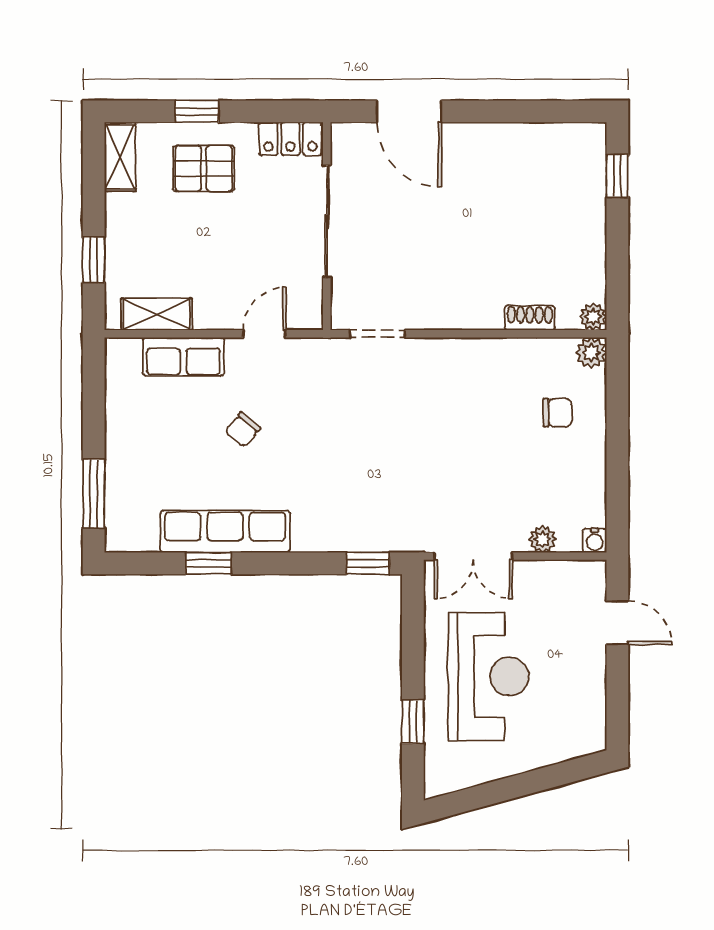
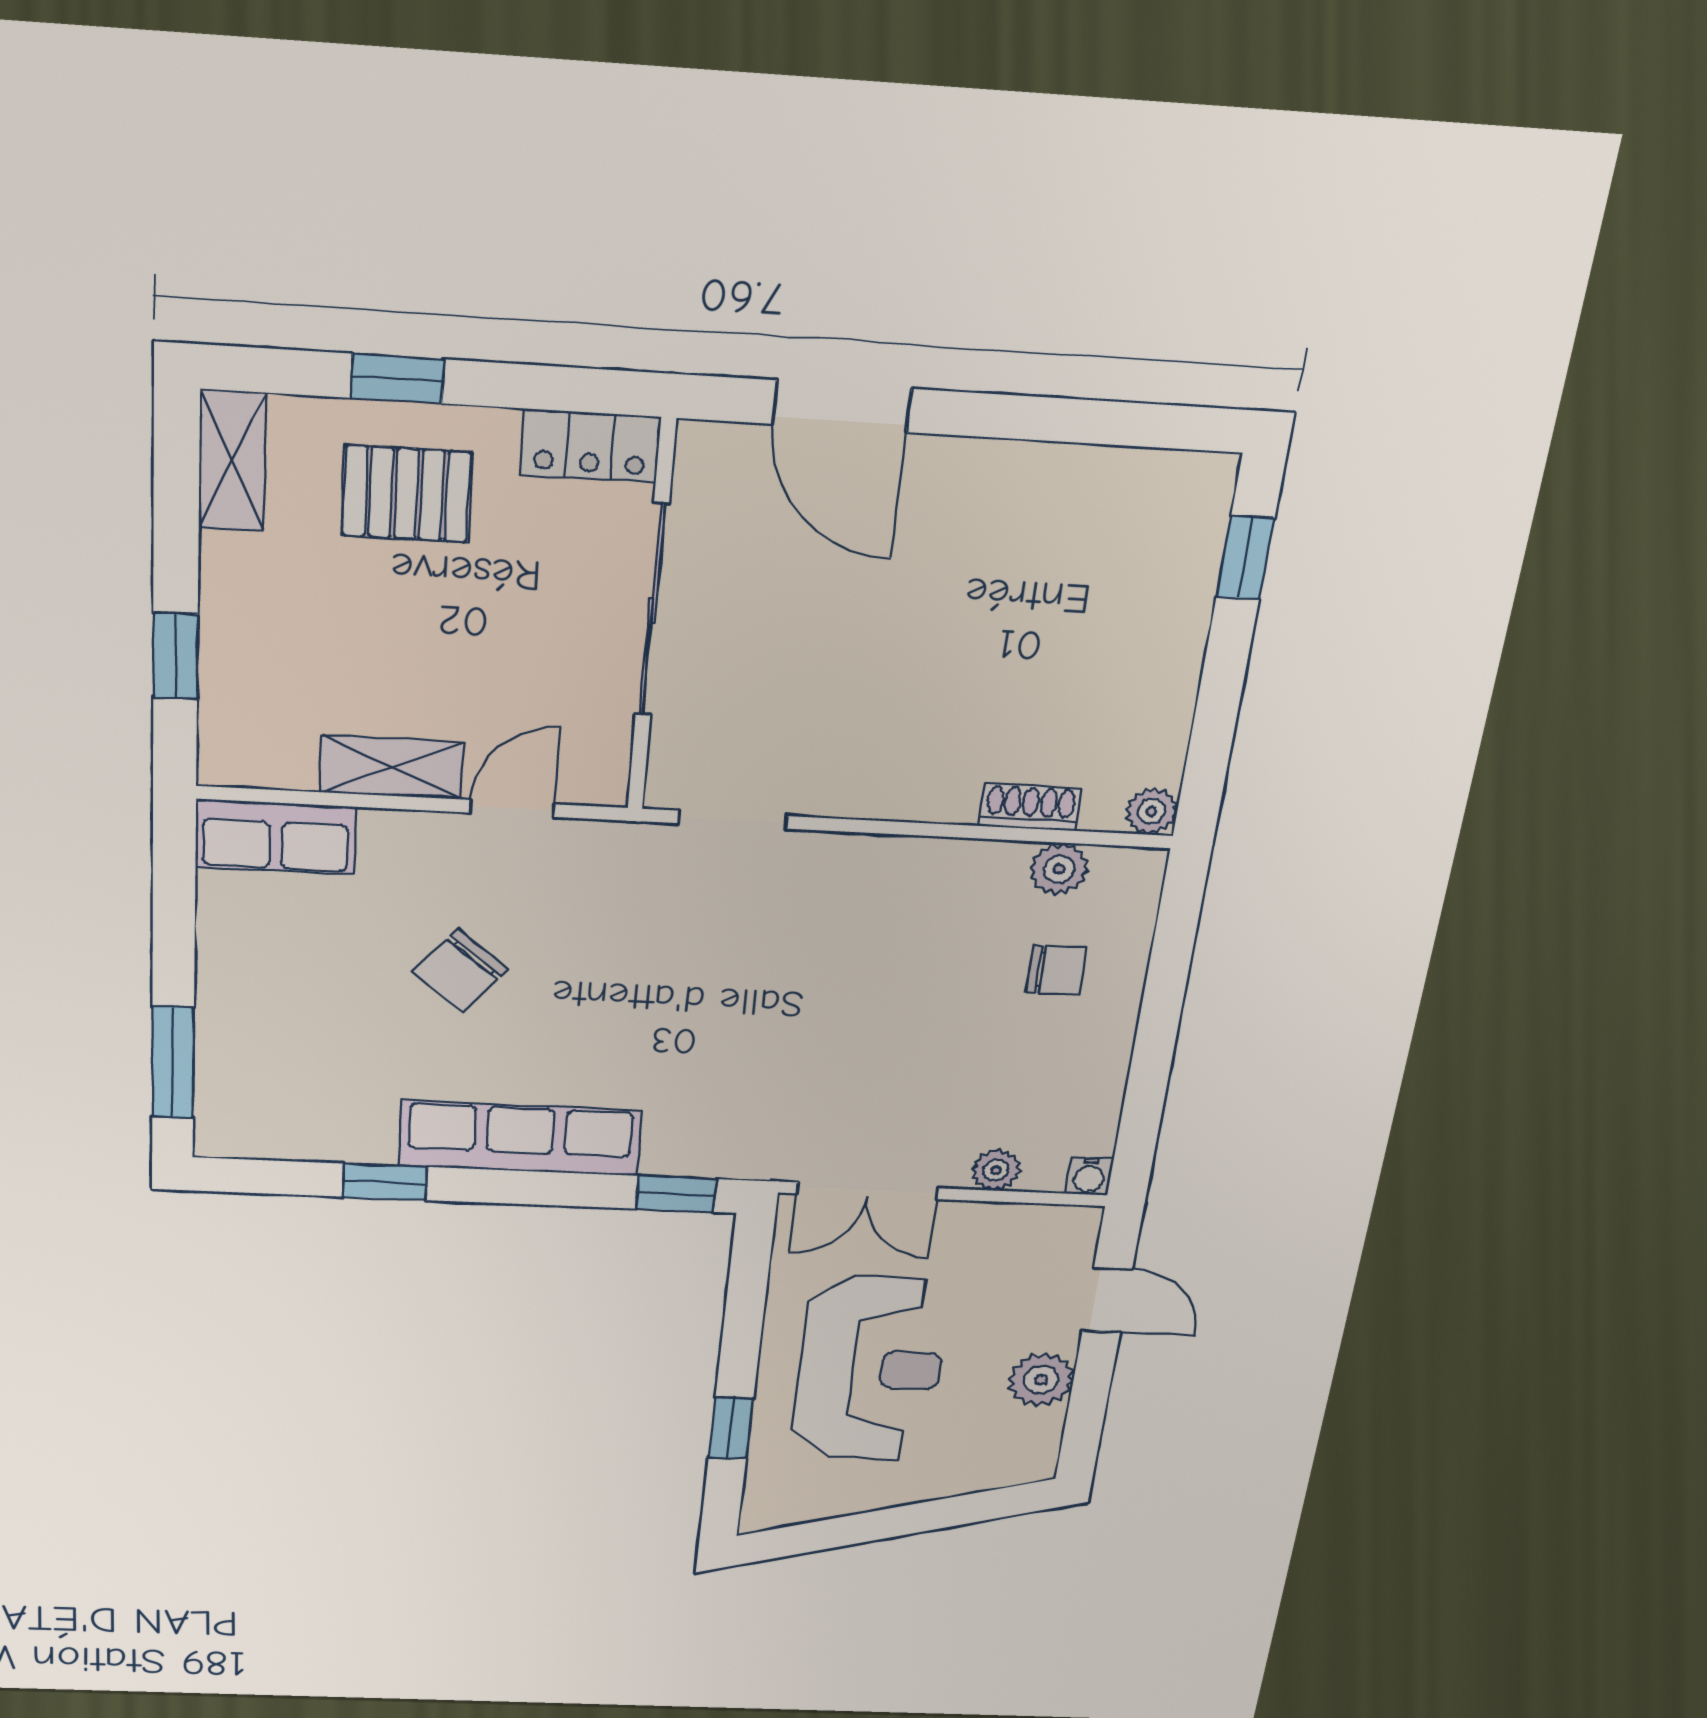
shelving: (157, 314) -> (392, 767), moved
plant: (591, 353) -> (1059, 869), moved
row of seats: (183, 357) -> (276, 837), moved
chair: (243, 430) -> (460, 971), width x1.37, depth x1.37
row of seats: (225, 532) -> (520, 1138), moved
plant: (588, 680) -> (1041, 1380), added

